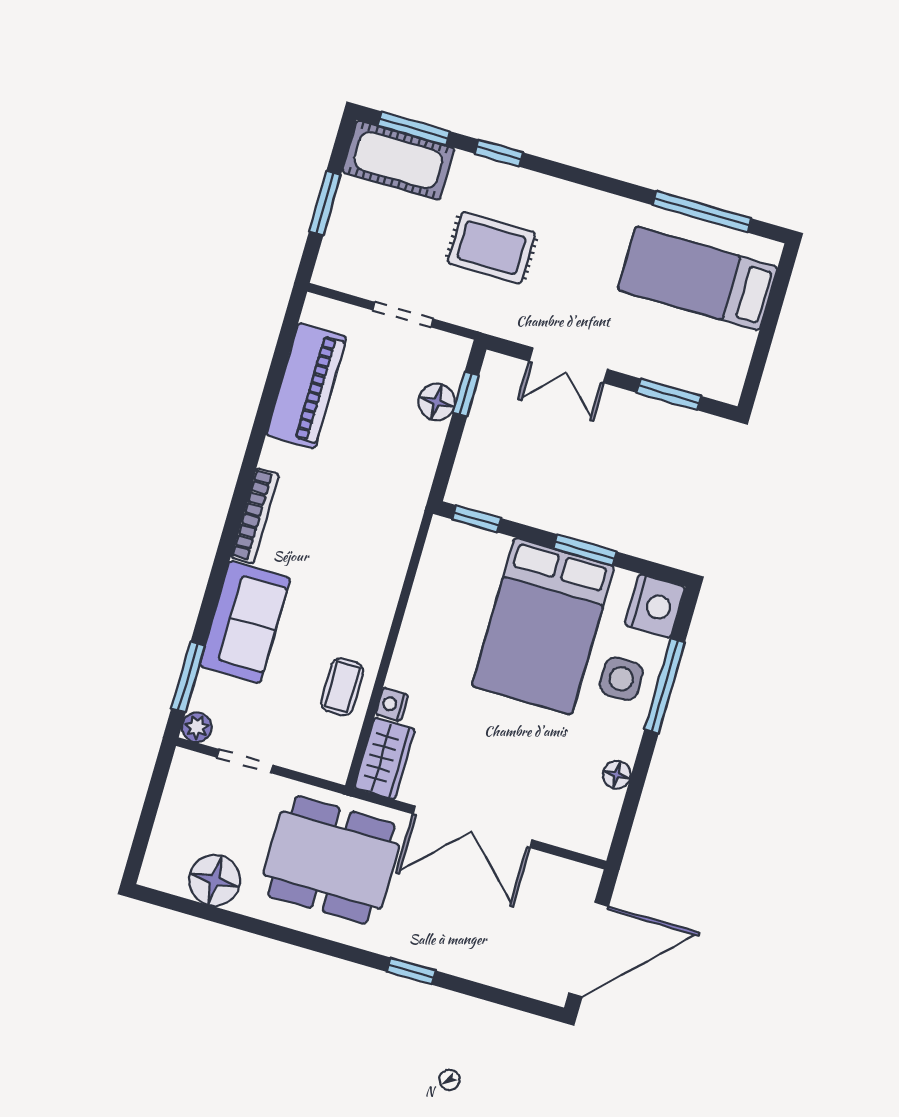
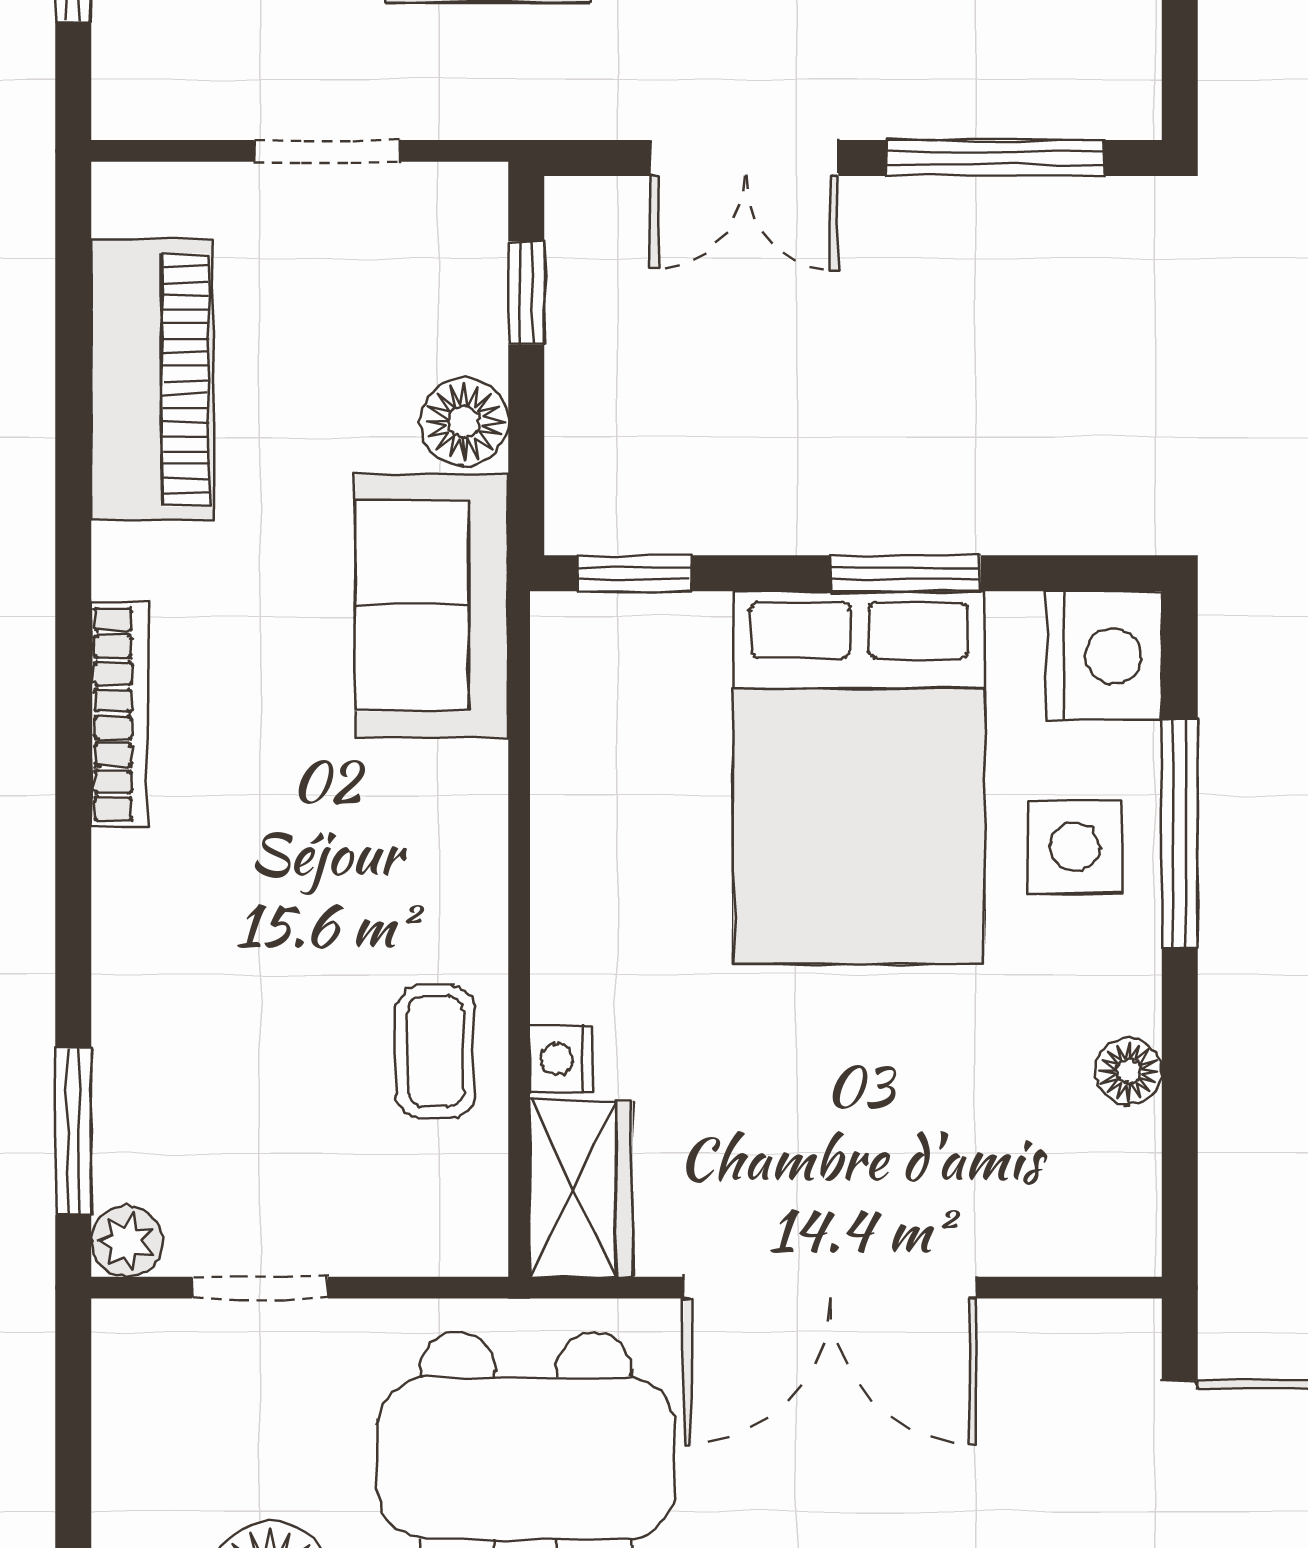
window: (669, 394) -> (995, 158), width x1.44
floor lamp: (437, 402) -> (464, 422), moved
sofa: (245, 622) -> (432, 605), moved, turned 180

